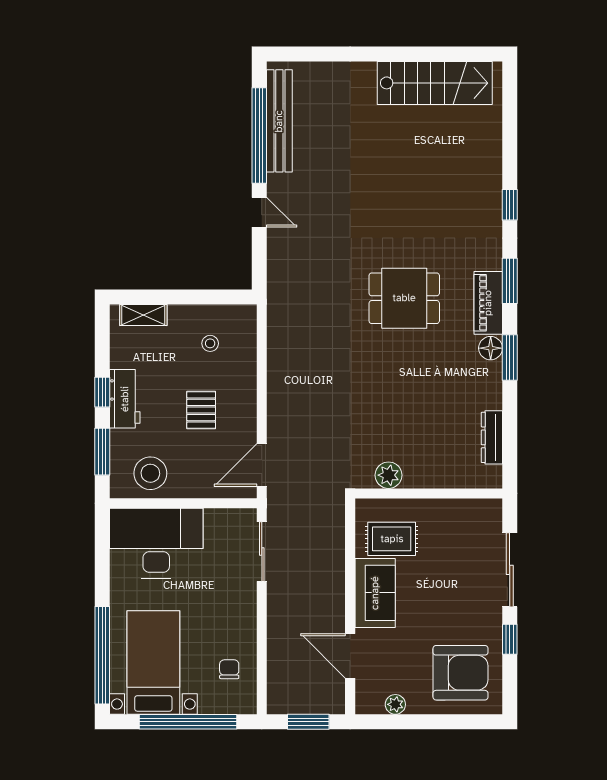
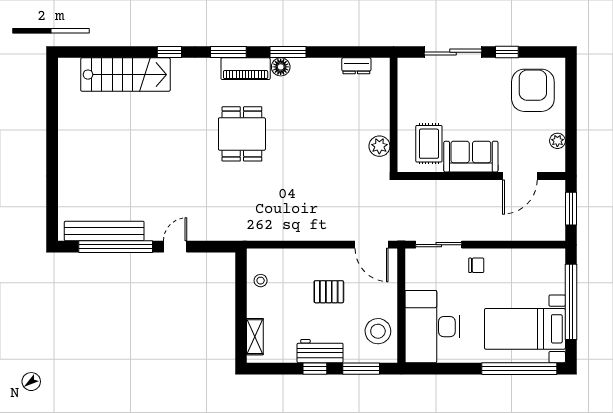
stairs: (435, 83) -> (125, 75), moved, turned 90
stool: (210, 343) -> (261, 281), moved
dresser: (492, 437) -> (356, 66), width x0.70
chair: (229, 669) -> (476, 265), moved, turned 180

